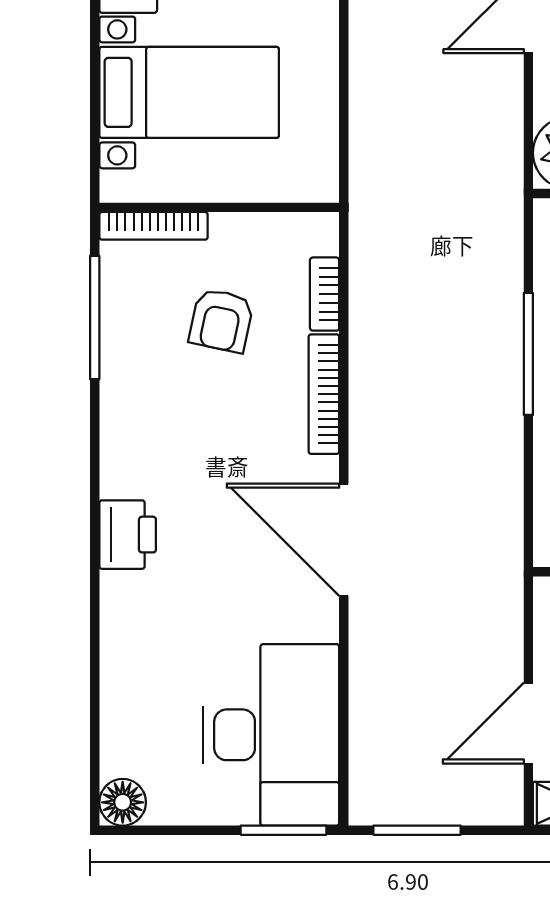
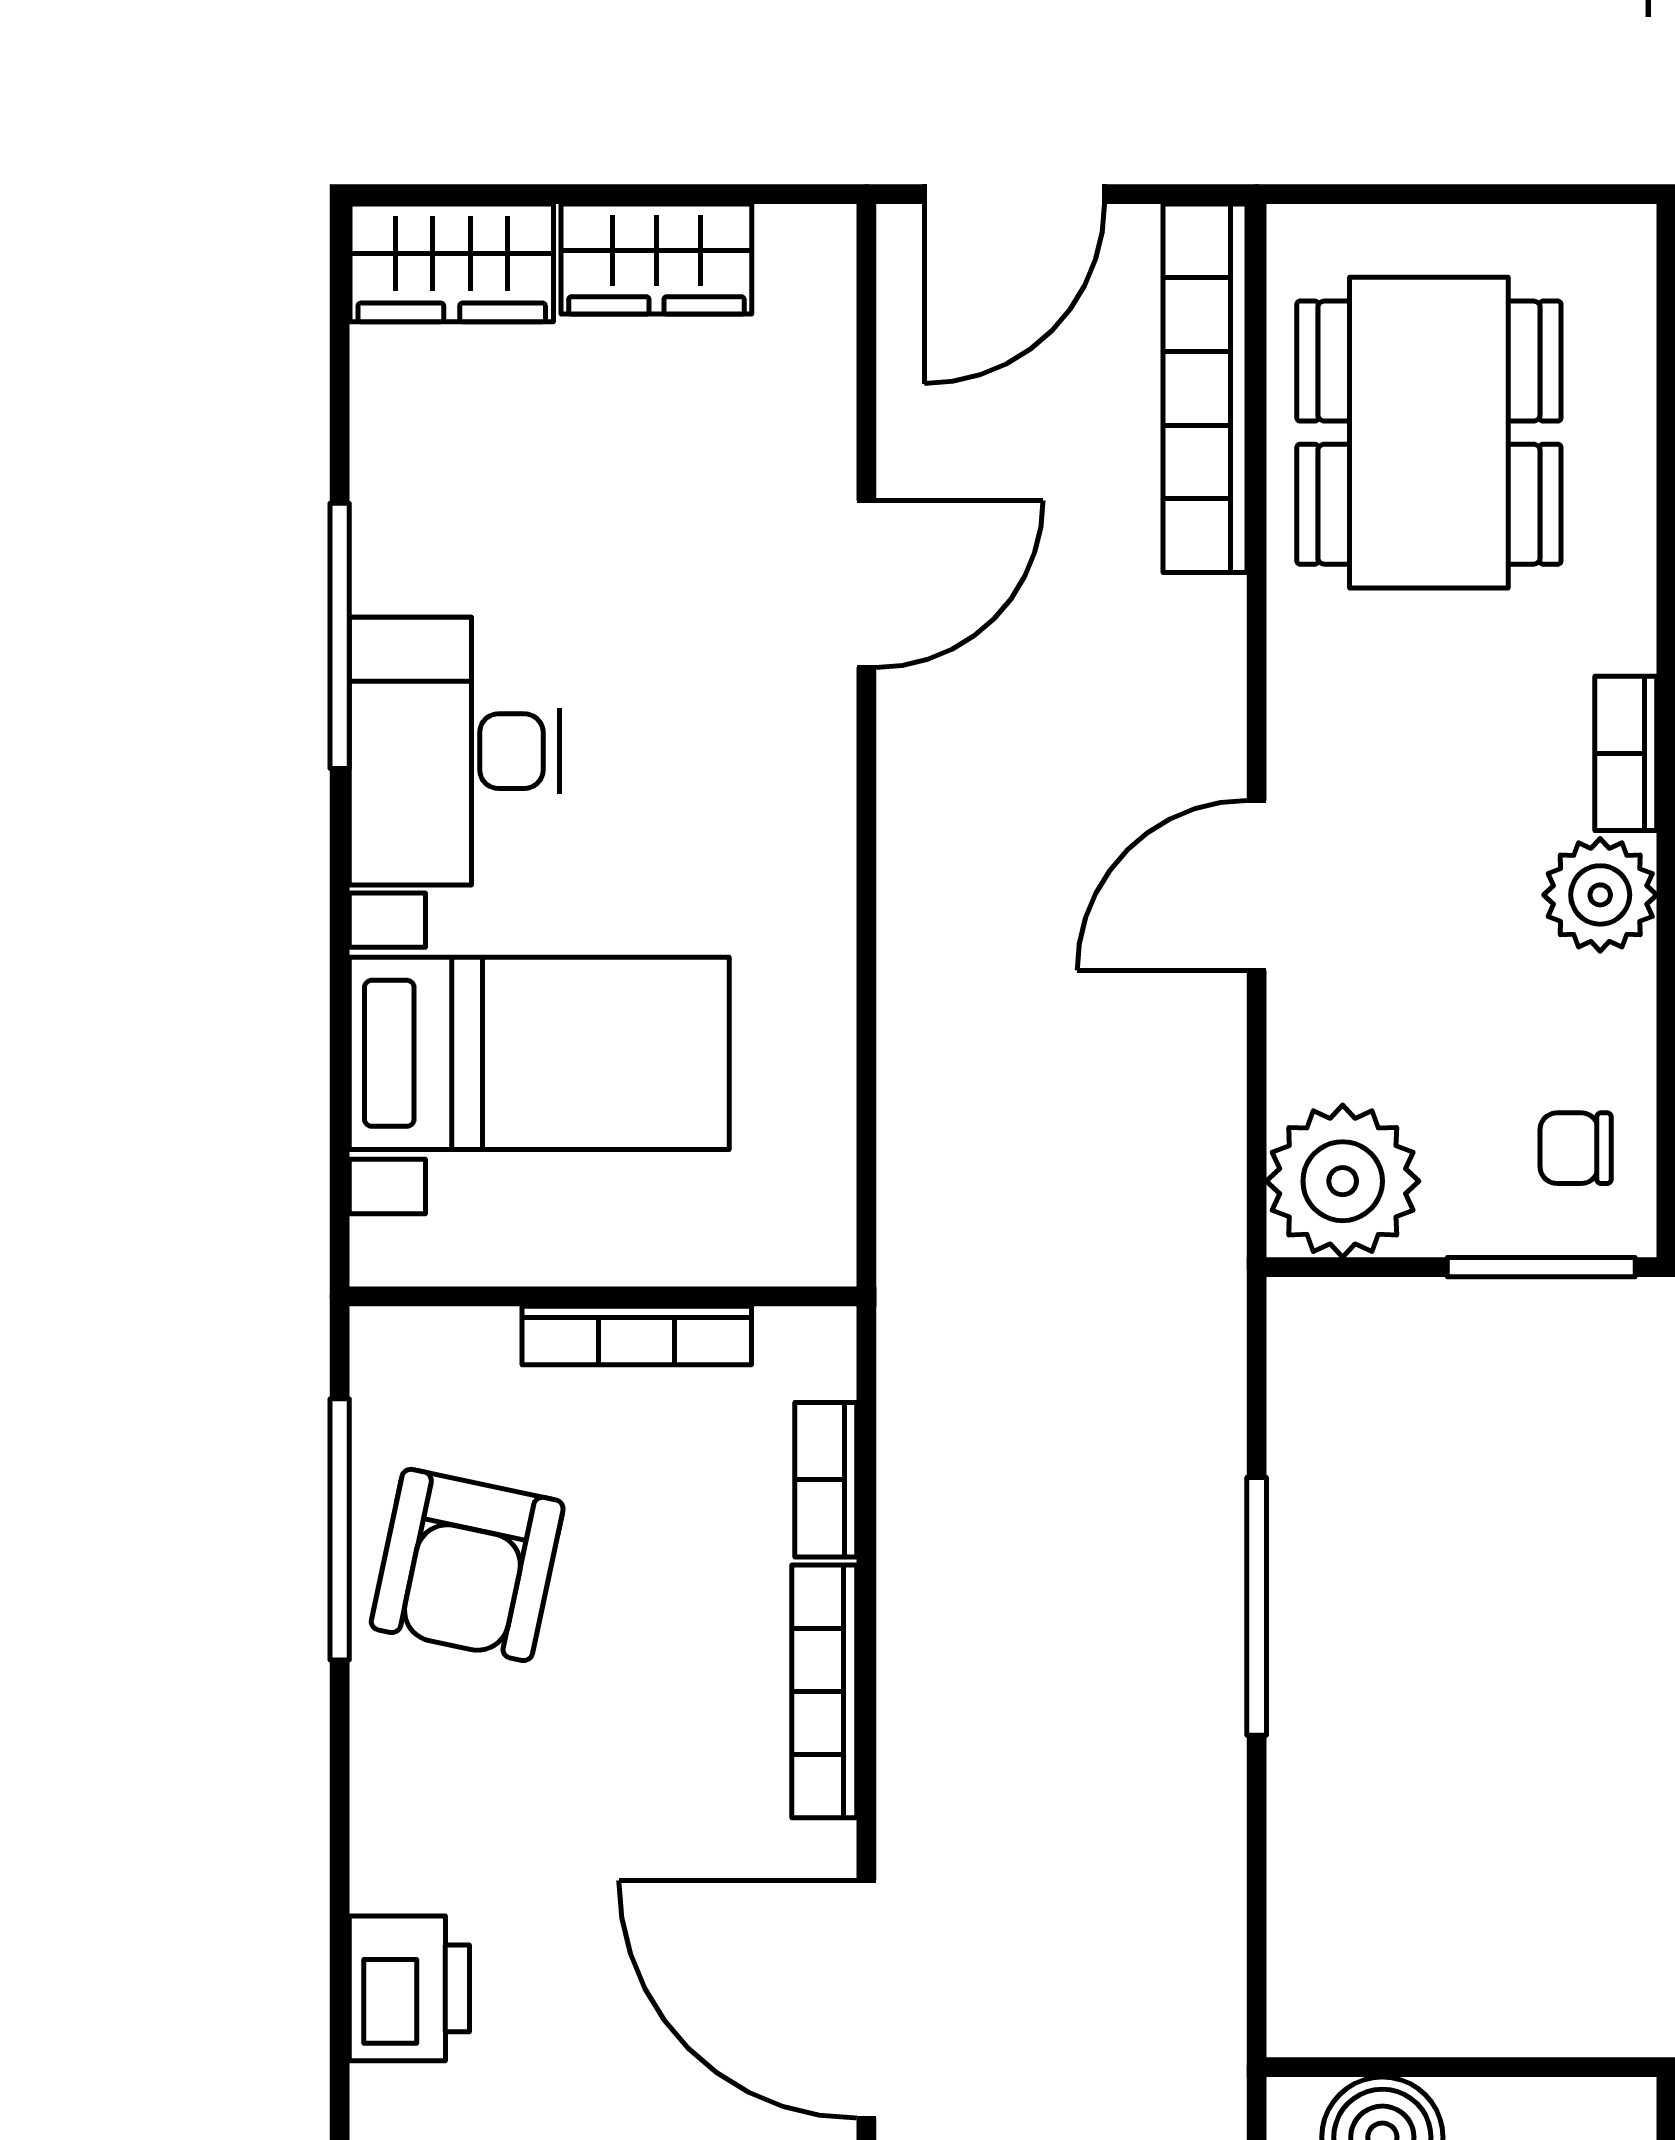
bookcase: (154, 226) -> (637, 1336), moved
armchair: (221, 321) -> (467, 1565), moved, width x1.38, depth x1.38

